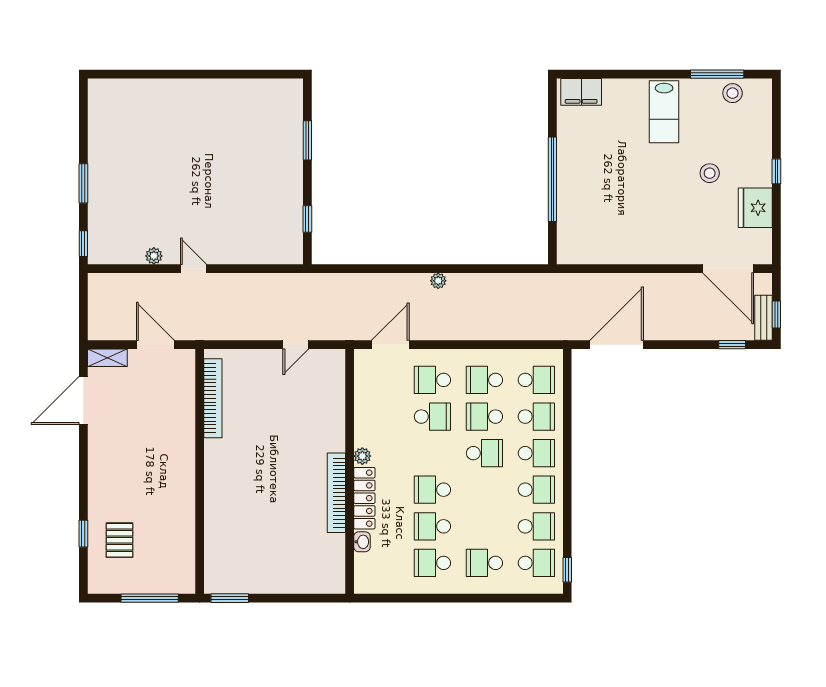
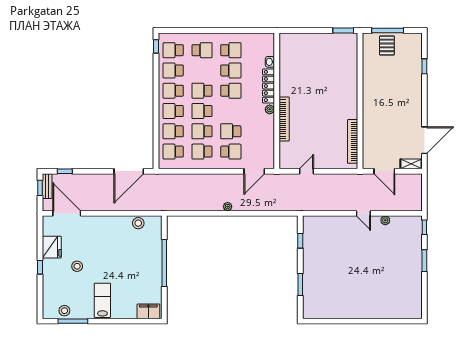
stool: (599, 251) -> (138, 223), added
school desk: (484, 380) -> (202, 152), turned 180
school desk: (484, 417) -> (202, 131), turned 180
school desk: (484, 490) -> (202, 91), added
bookcase: (336, 493) -> (284, 119), moved
pallet: (119, 540) -> (387, 45), moved

